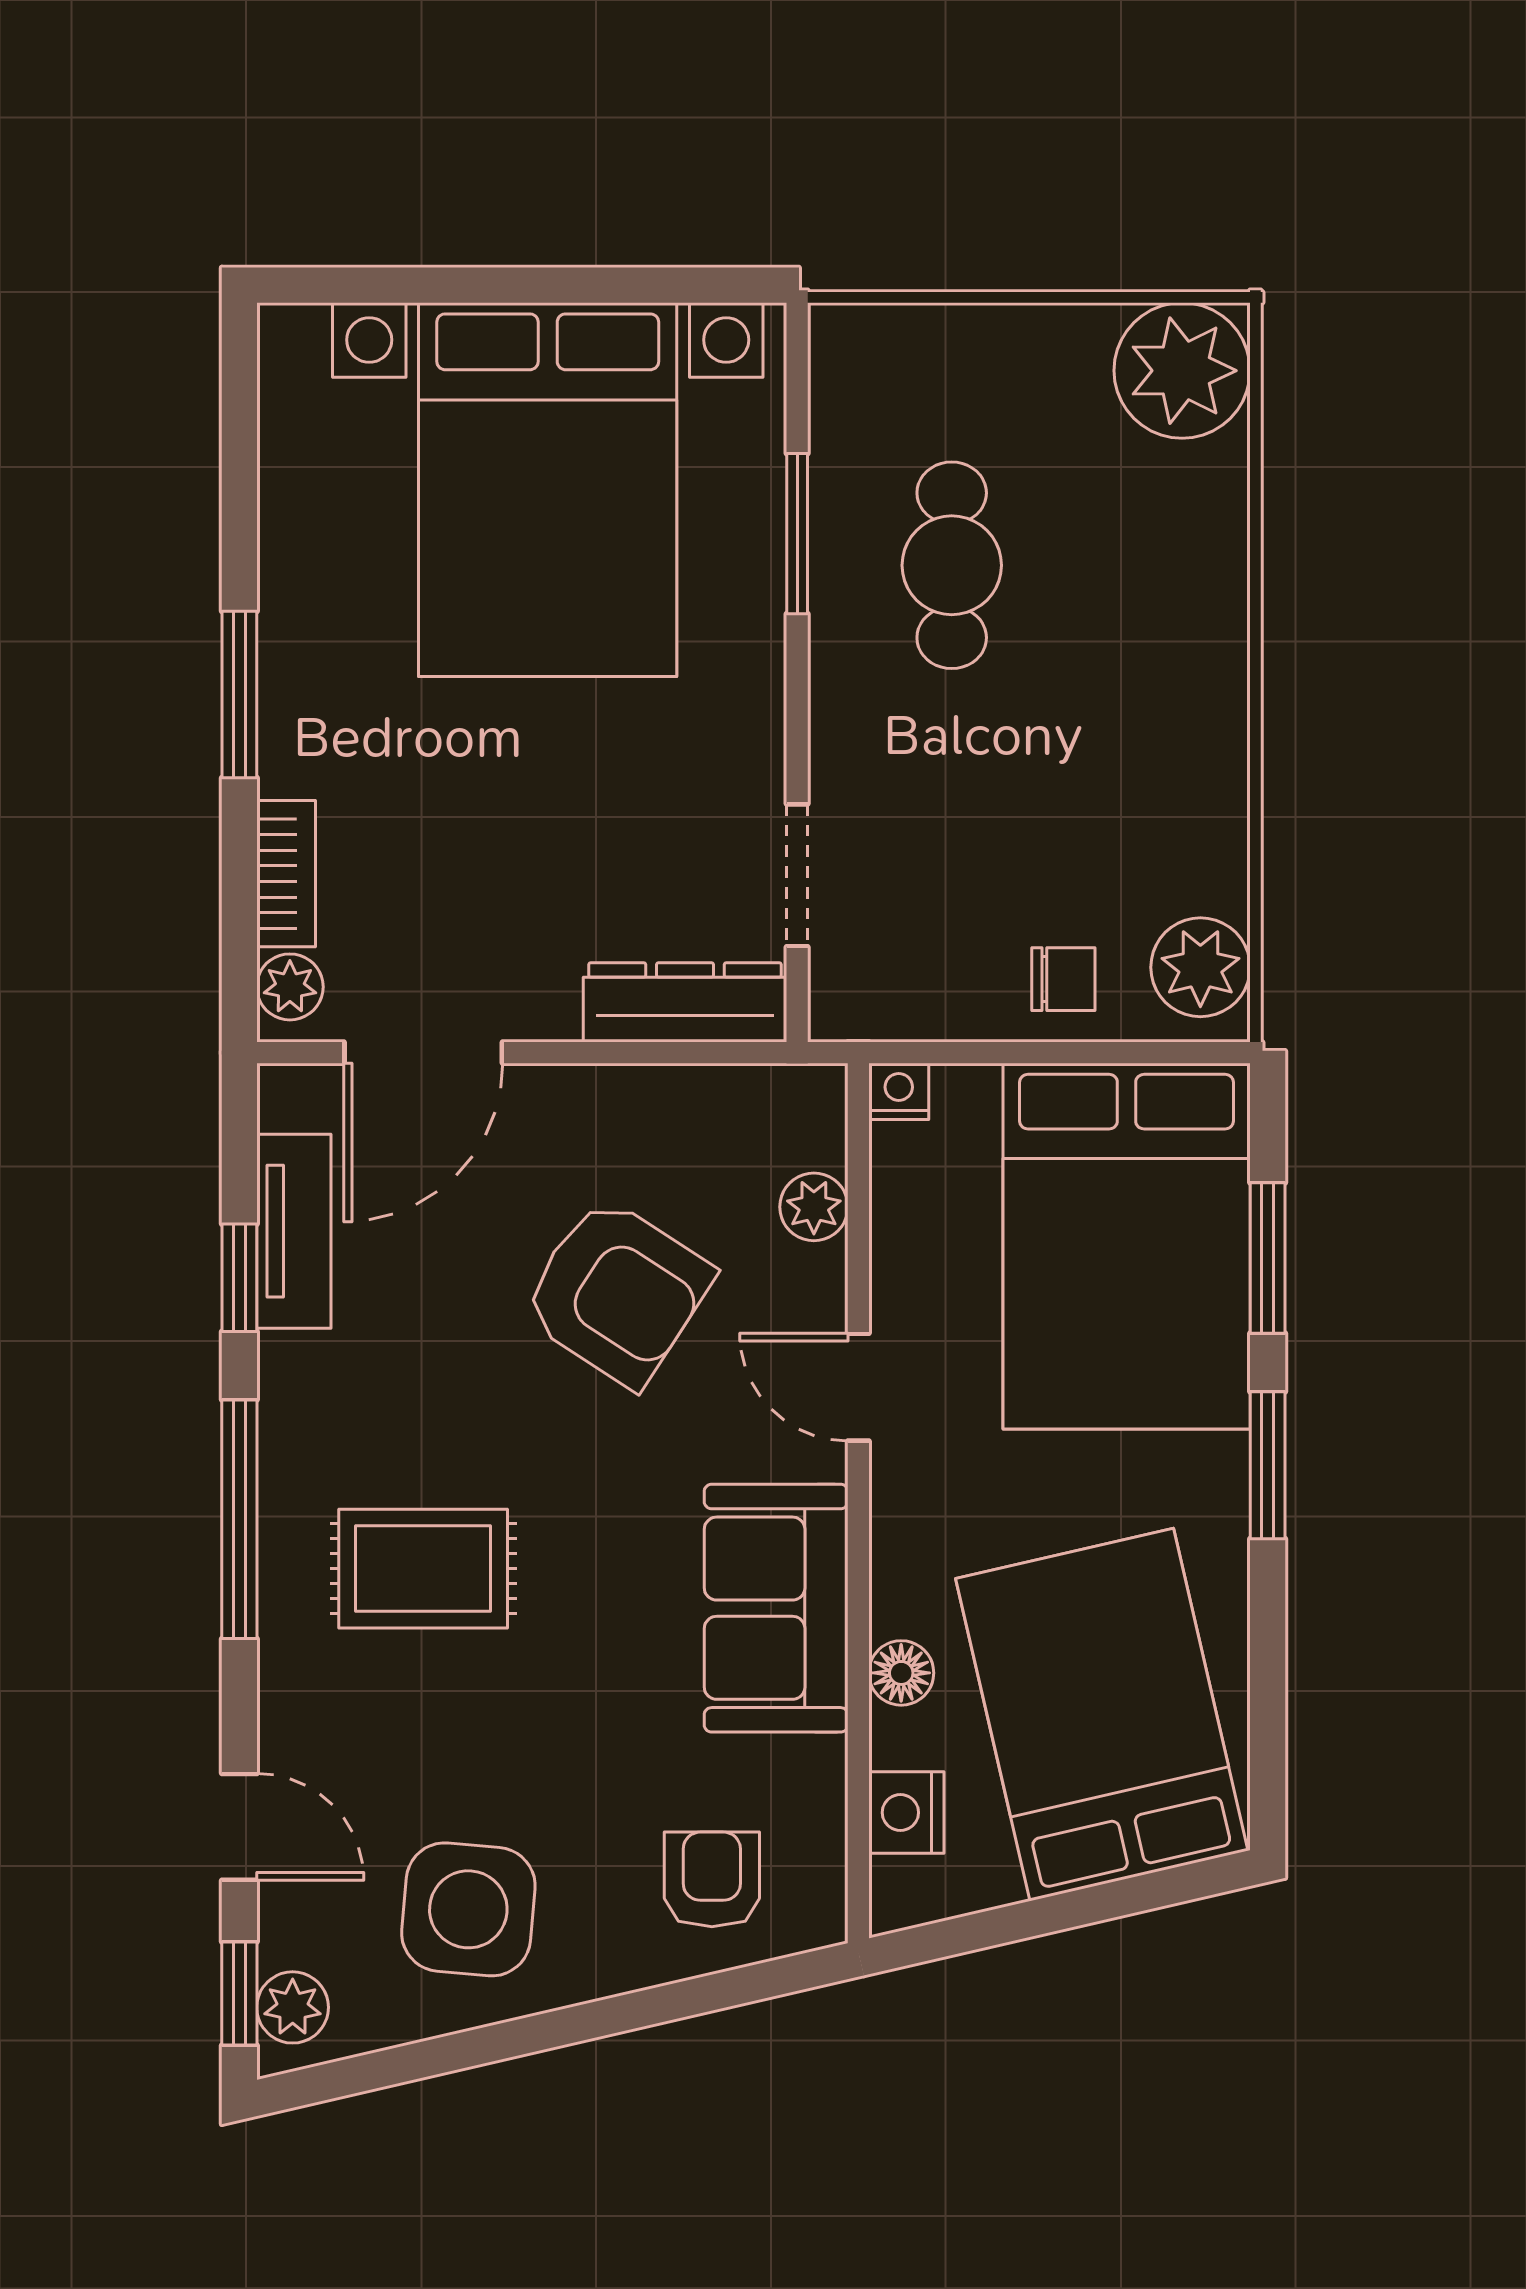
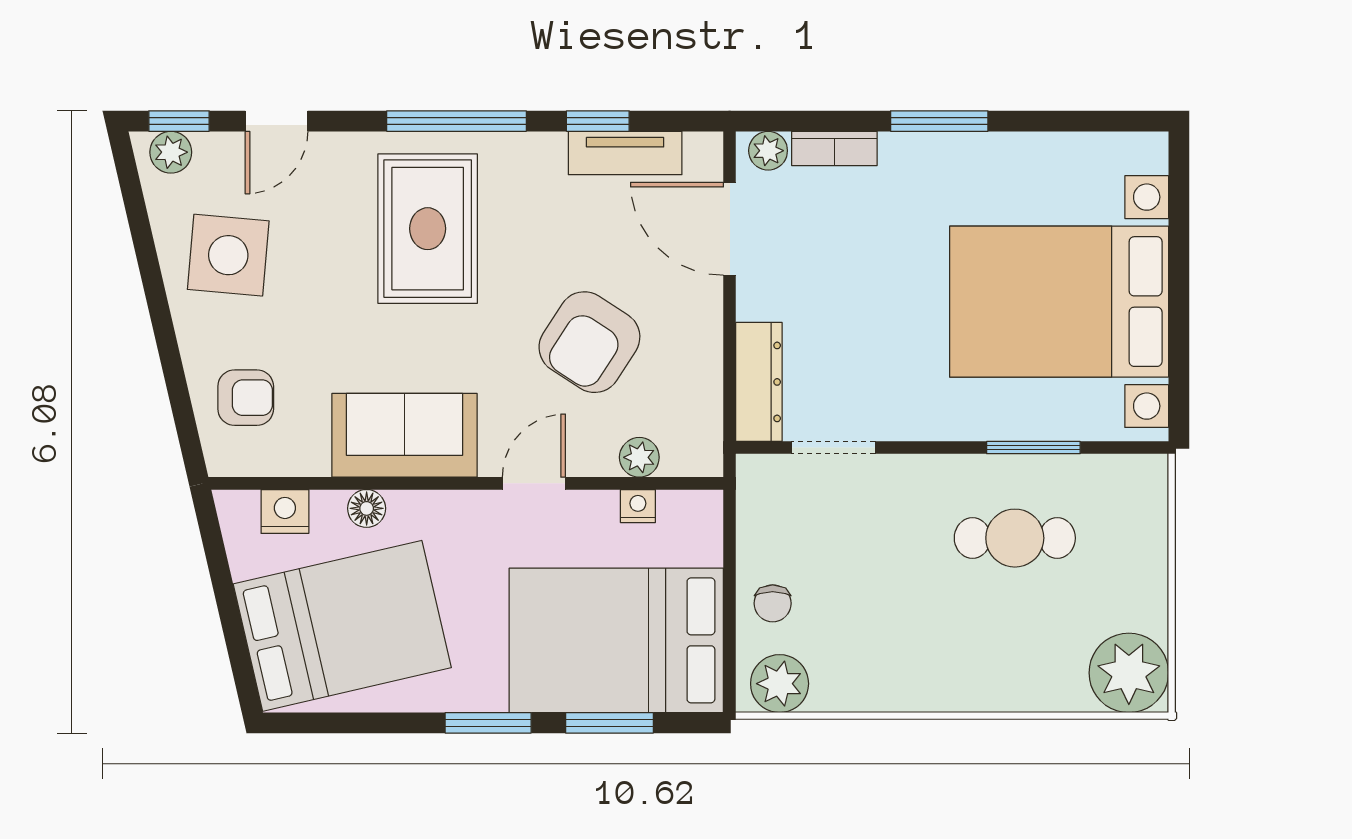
nightstand: (899, 1091) -> (638, 506), moved, turned -90
rug: (423, 1569) -> (428, 229), width x1.36, depth x1.43

